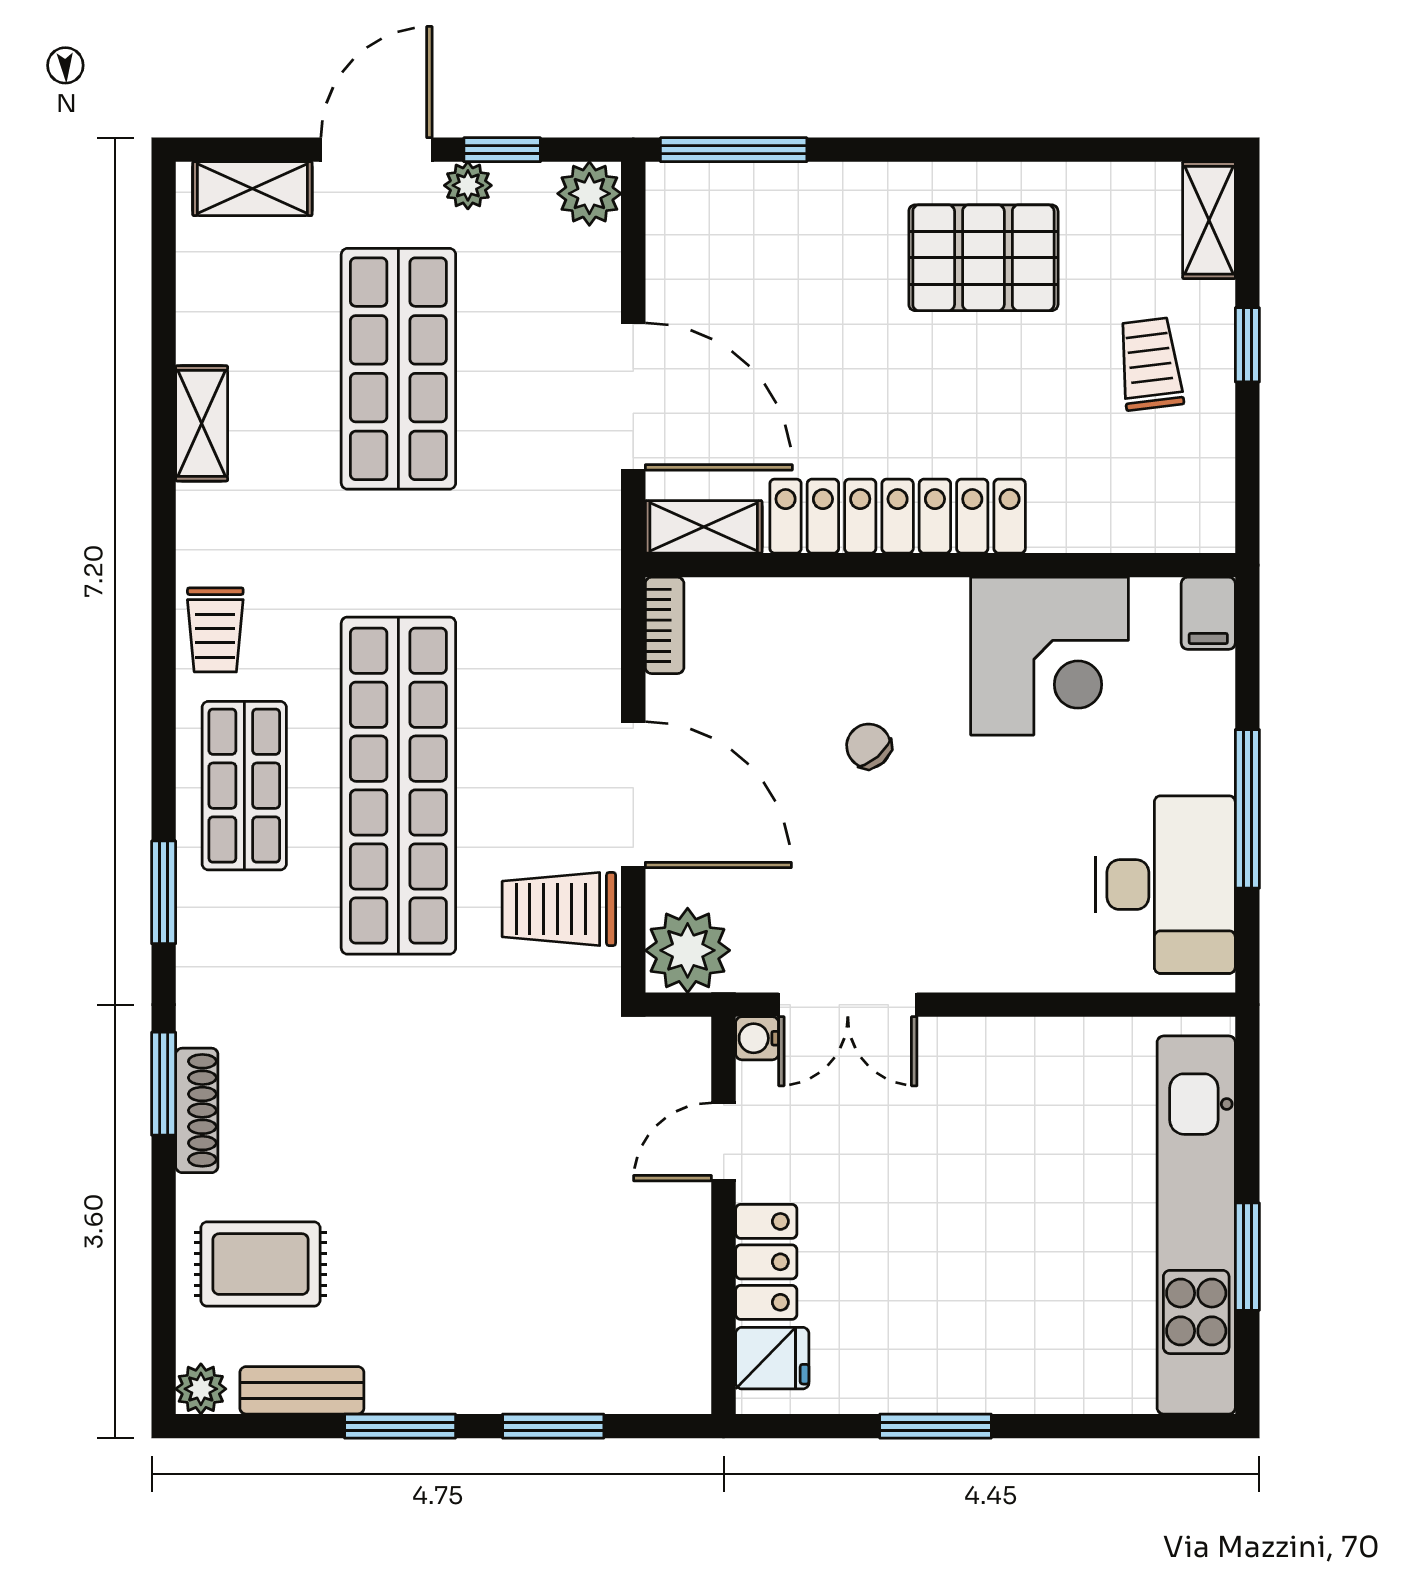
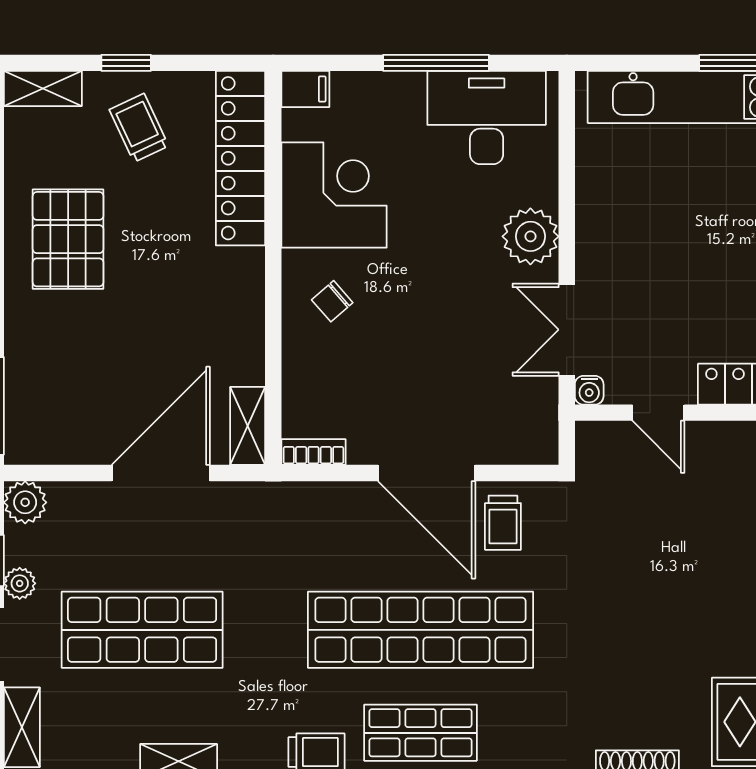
trolley: (1150, 364) -> (139, 128), turned 72
locker: (898, 516) -> (241, 158), moved
chair: (869, 746) -> (332, 301), moved
door: (633, 795) -> (427, 473), swing flipped
trolley: (559, 909) -> (503, 523), width x0.73, depth x0.72
plant: (688, 950) -> (530, 236), moved
double door: (848, 1005) -> (567, 330), swing flipped

